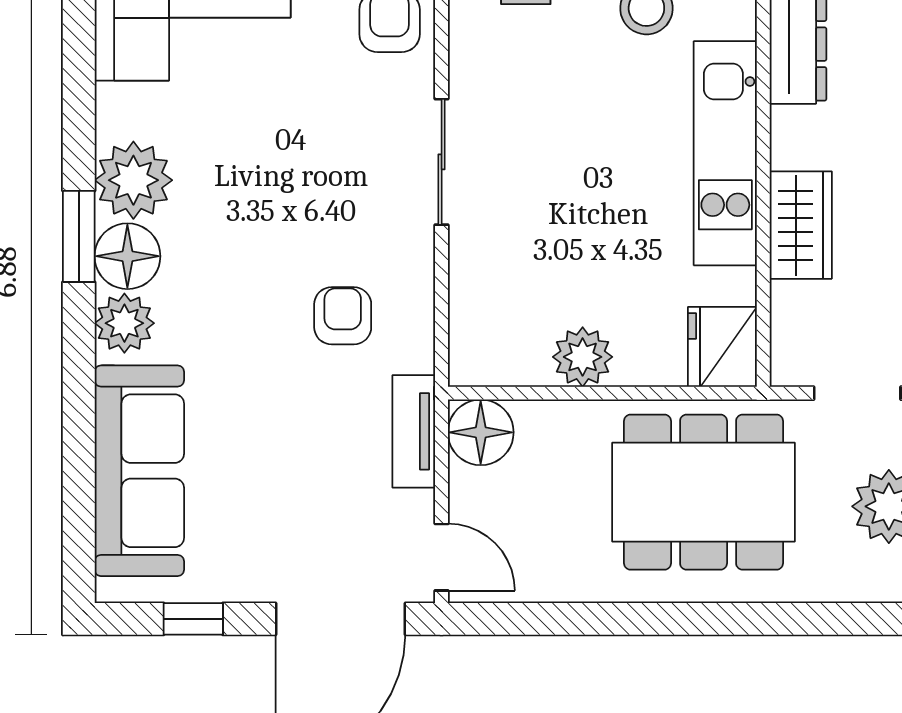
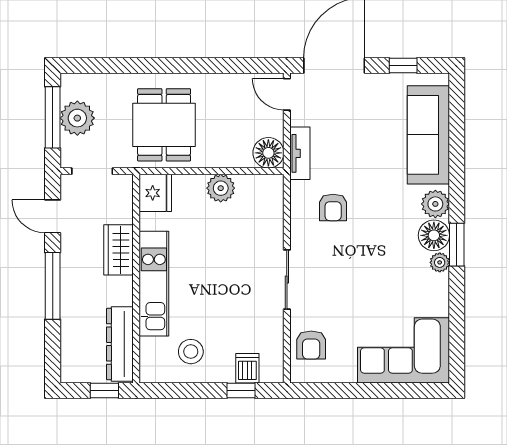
plant: (133, 180) -> (440, 262), width x0.53, depth x0.53
dining table: (704, 492) -> (164, 125), width x0.73

